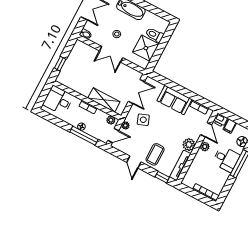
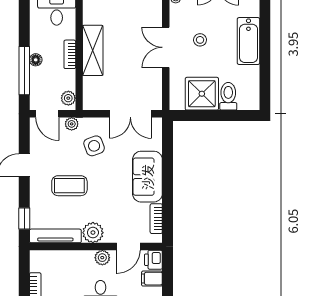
shelving: (104, 100) -> (93, 50), moved
coffee table: (155, 154) -> (69, 186), moved

